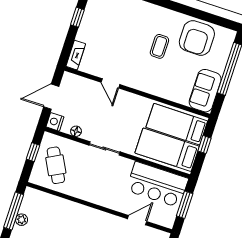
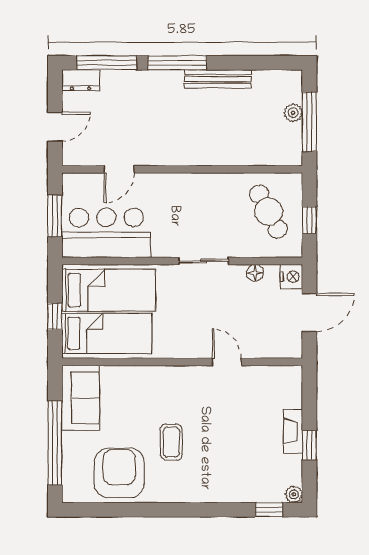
fireplace: (76, 55) -> (293, 431), moved

